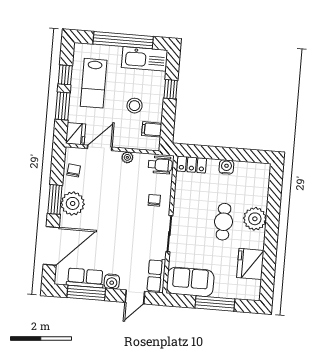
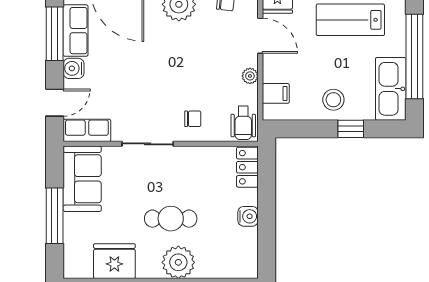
stool: (135, 106) -> (333, 100), moved
filing cabinet: (152, 129) -> (276, 93), moved, turned 90
door: (135, 297) -> (55, 103), swing flipped

